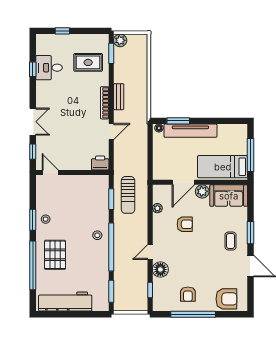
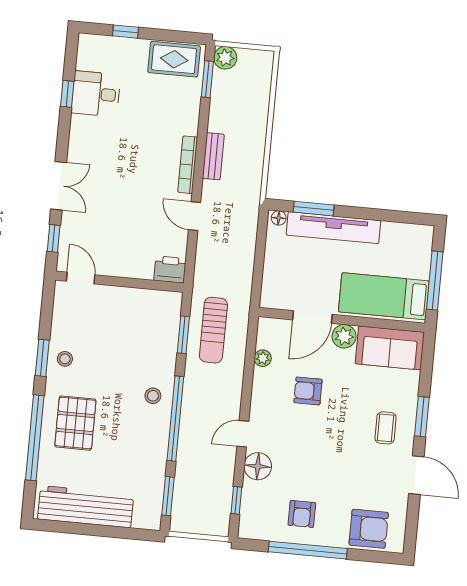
rug: (88, 62) -> (174, 59), moved
door: (111, 132) -> (194, 216), swing flipped
armchair: (185, 224) -> (308, 391), turned 180

